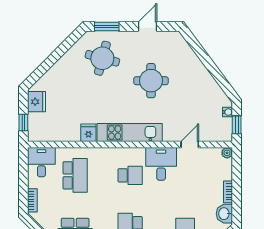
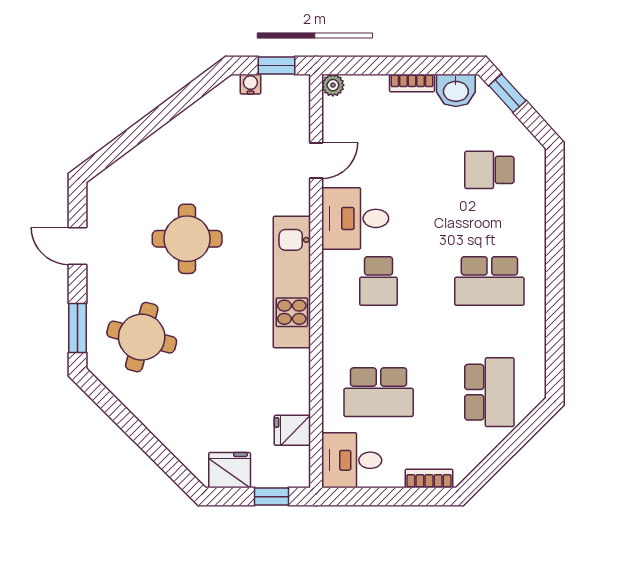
fridge: (88, 133) -> (292, 430), moved
door: (190, 145) -> (316, 161), swing flipped
school desk: (75, 175) -> (379, 392), turned 180
school desk: (130, 175) -> (379, 281), turned 180

